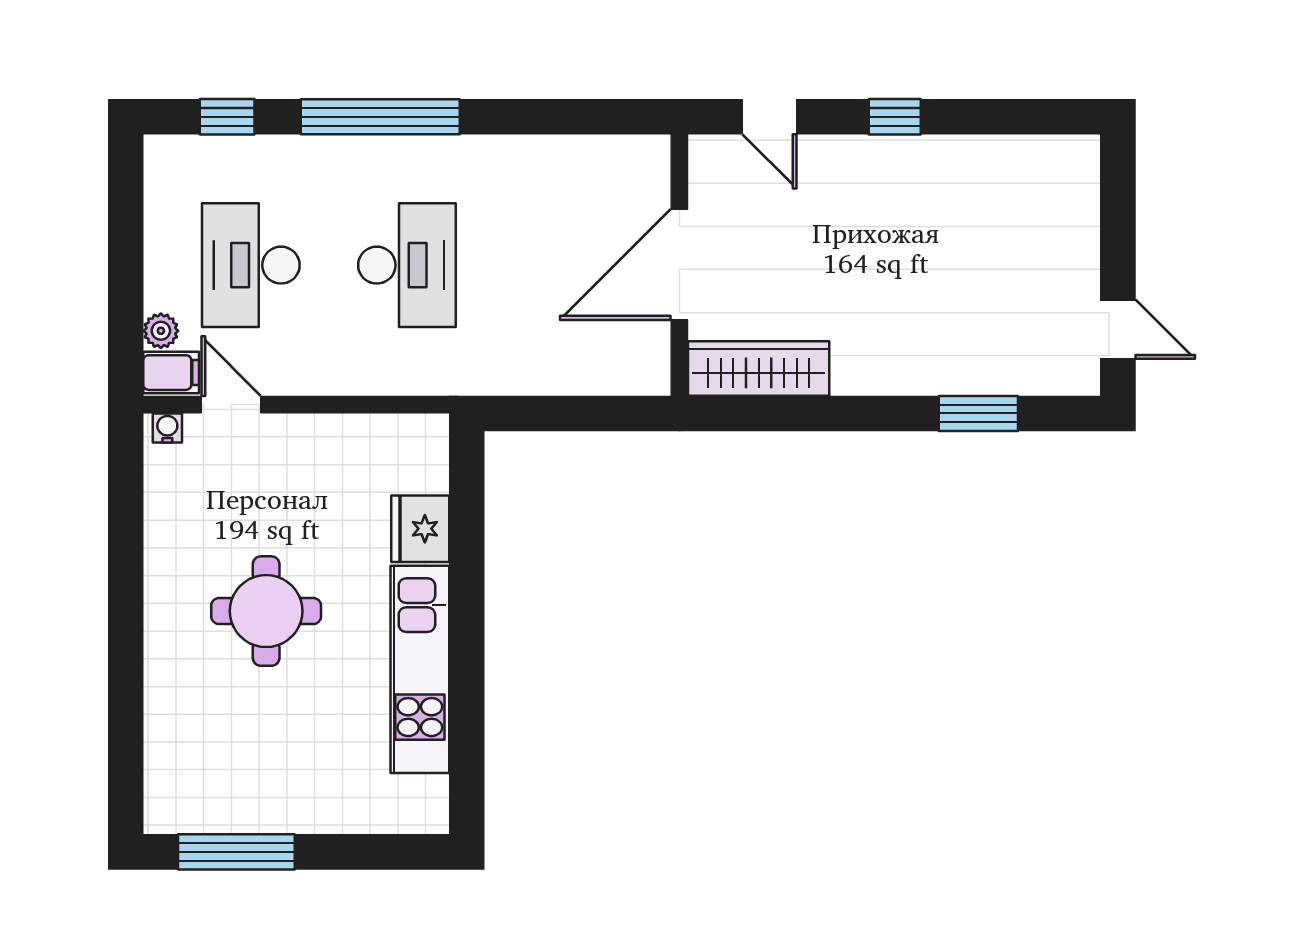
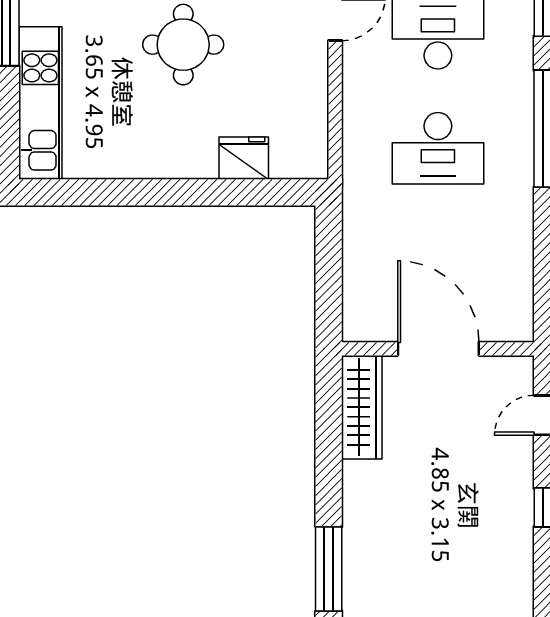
window: (978, 413) -> (329, 569), width x1.44
kitchen unit: (420, 669) -> (40, 103), moved, turned 90

